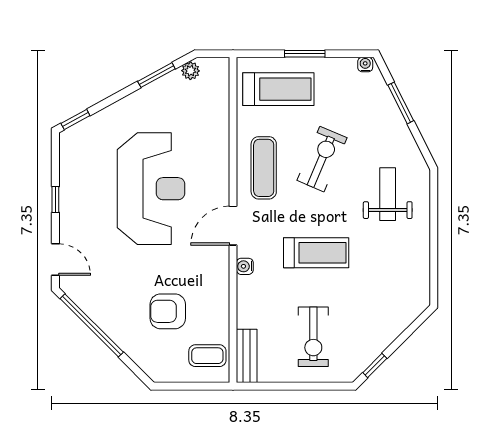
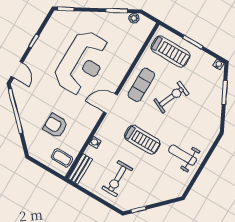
weight bench: (388, 194) -> (183, 155), moved, turned -90
water cooler: (245, 266) -> (95, 142), moved

